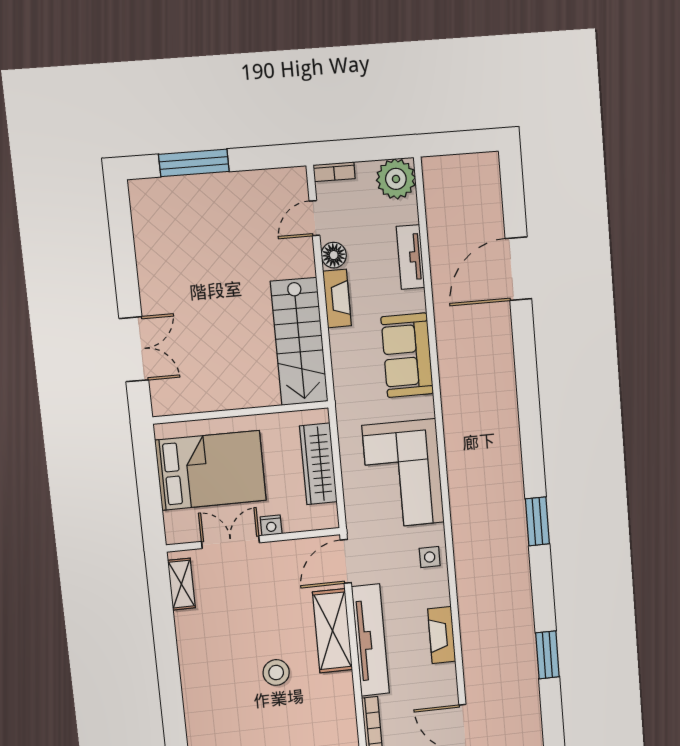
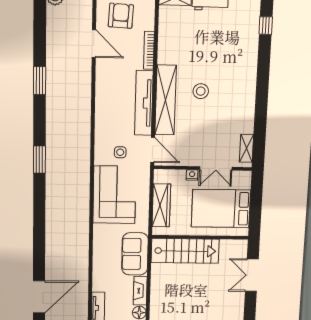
stairs: (299, 342) -> (185, 251), moved, turned 90
sofa: (407, 355) -> (135, 254), moved, turned 180
side table: (430, 557) -> (120, 152), moved
door: (346, 561) -> (153, 150), hinge flipped
shelving: (333, 631) -> (166, 100), width x1.47
fireplace: (442, 635) -> (102, 101), removed

